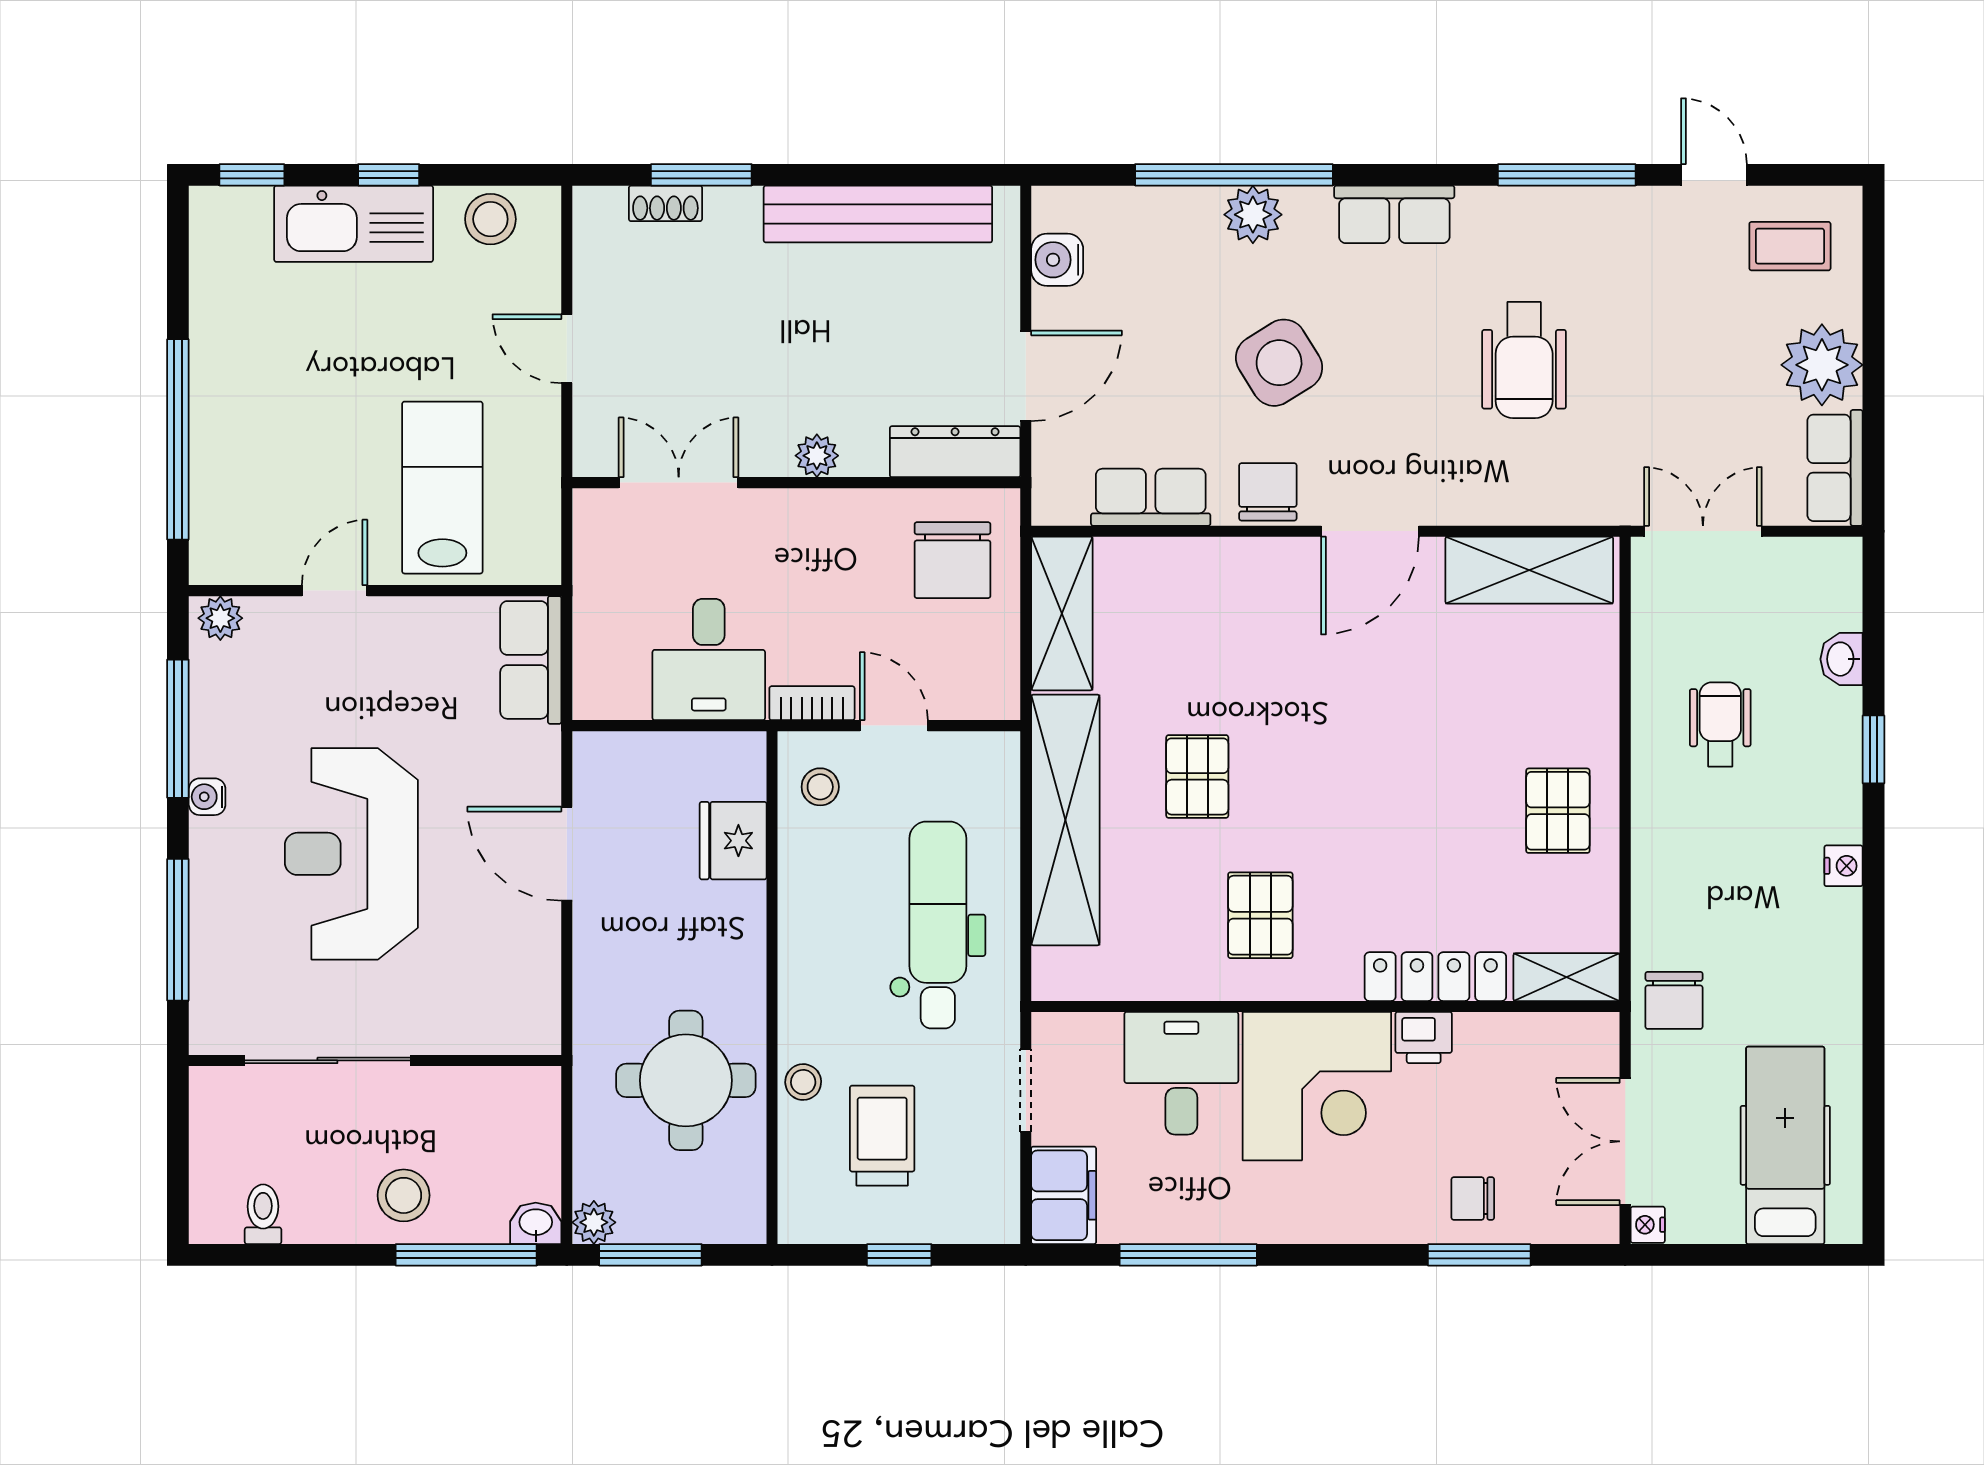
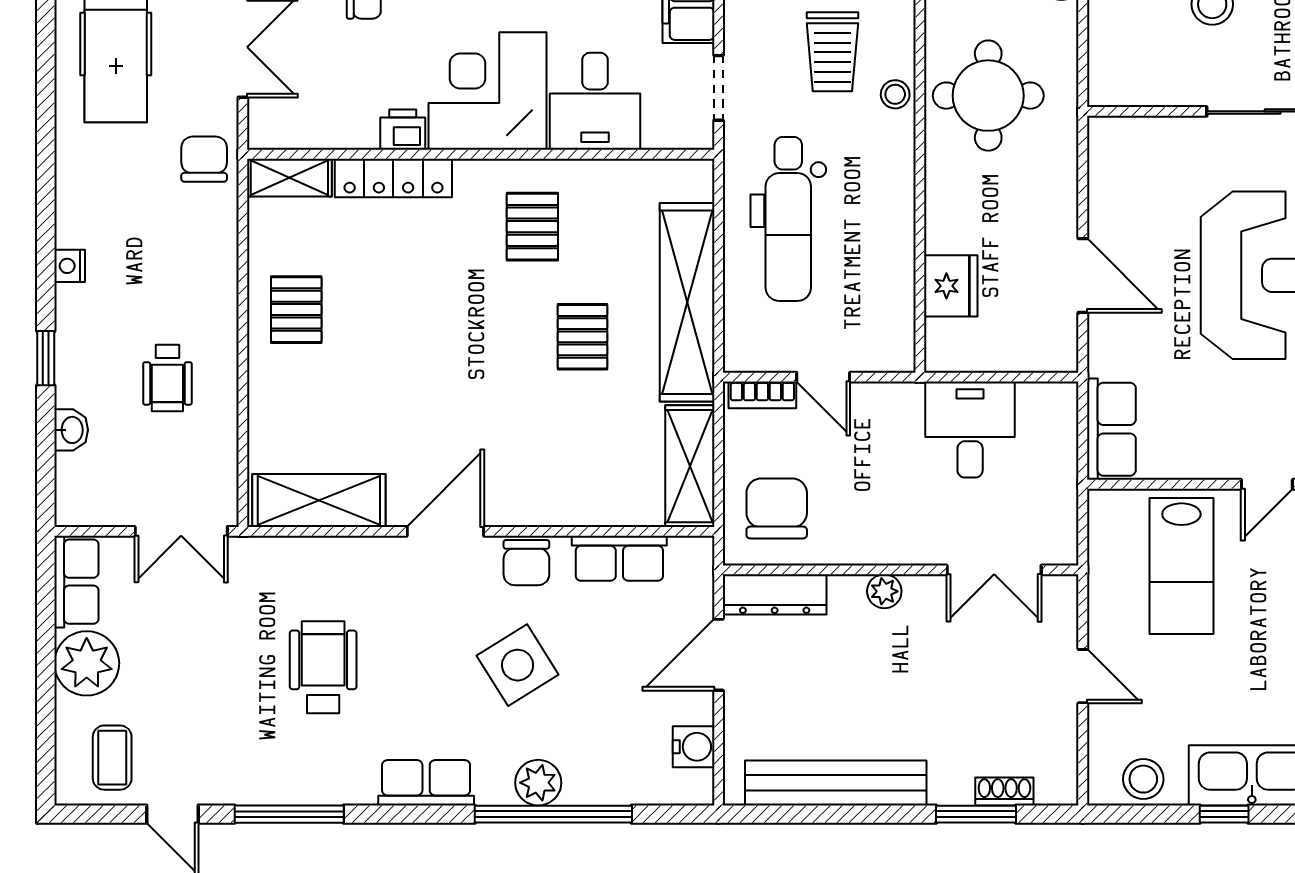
coffee table: (1790, 246) -> (112, 758), turned 90
bookcase: (812, 703) -> (762, 395), moved
stool: (820, 787) -> (882, 328), removed

